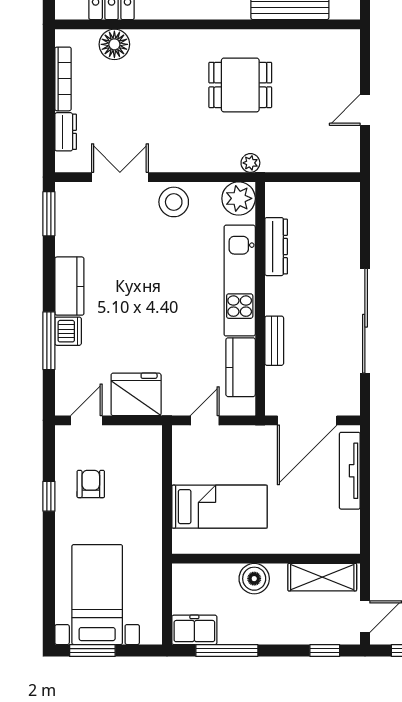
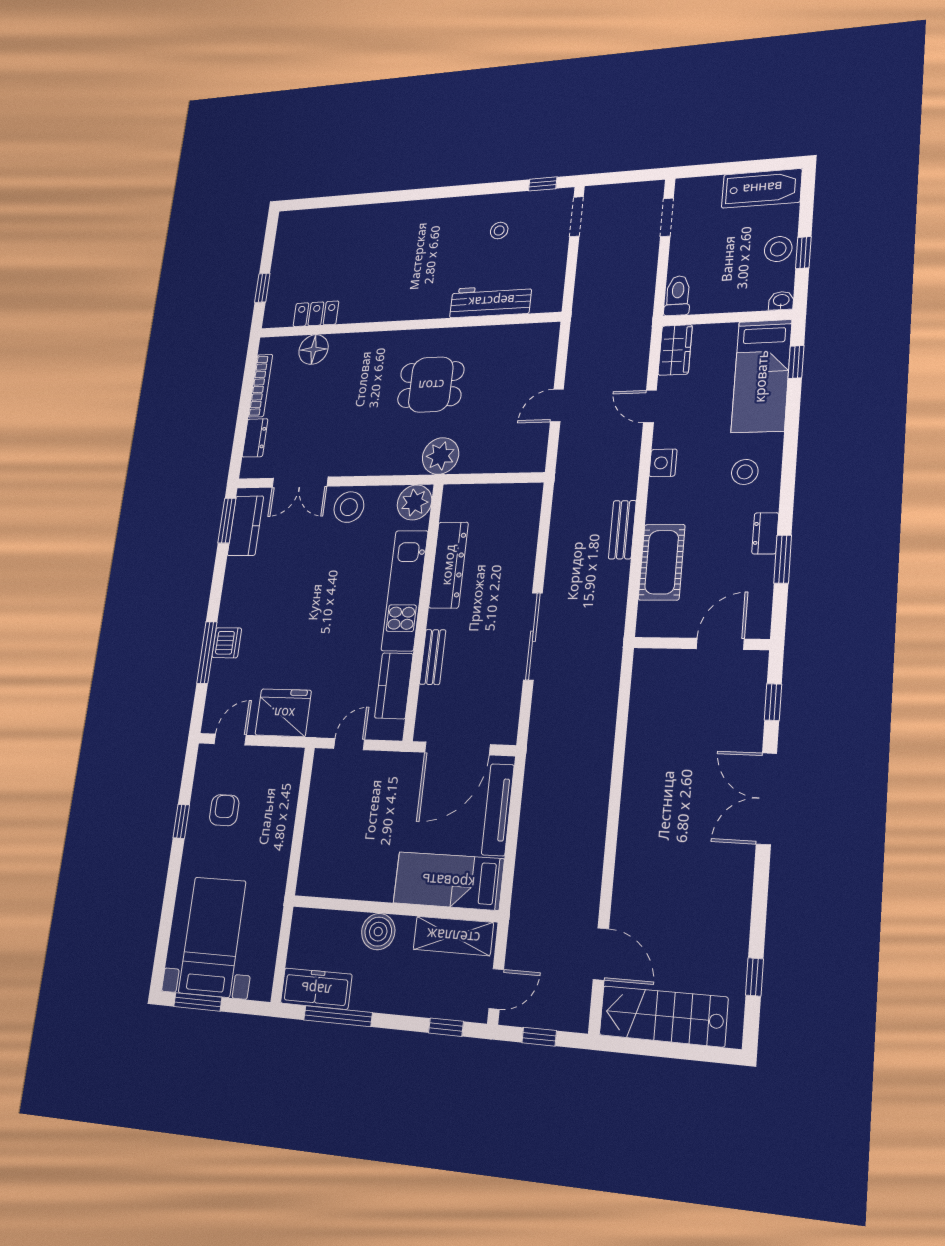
plant: (250, 163) -> (441, 456), width x1.88, depth x1.88
double door: (120, 177) -> (300, 482), swing flipped
dresser: (276, 247) -> (448, 565), width x1.37, depth x1.24
kitchen counter: (69, 286) -> (245, 526), moved
sliding door: (365, 321) -> (533, 636), width x0.73
bed: (219, 507) -> (448, 881), moved, turned 180
freezer: (194, 630) -> (316, 989), width x1.40

